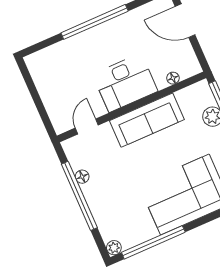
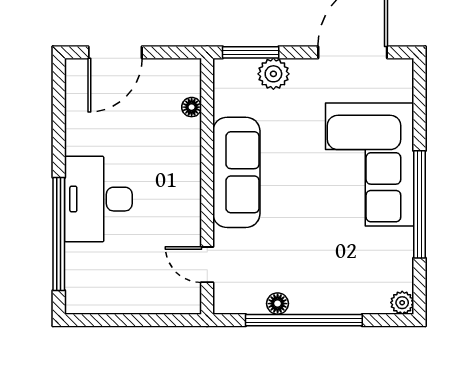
window: (95, 22) -> (59, 234), moved
desk: (125, 83) -> (98, 199), moved, turned 180
window: (153, 242) -> (420, 204), moved

